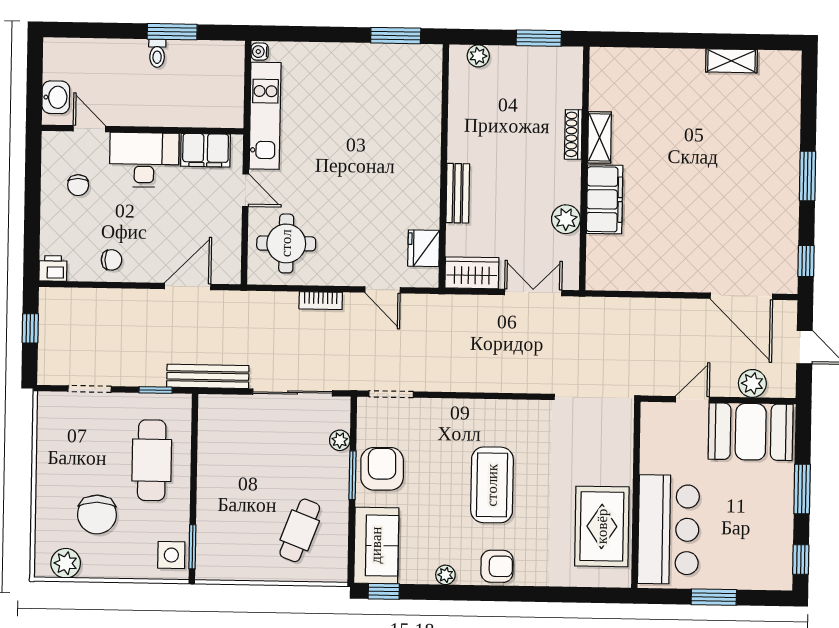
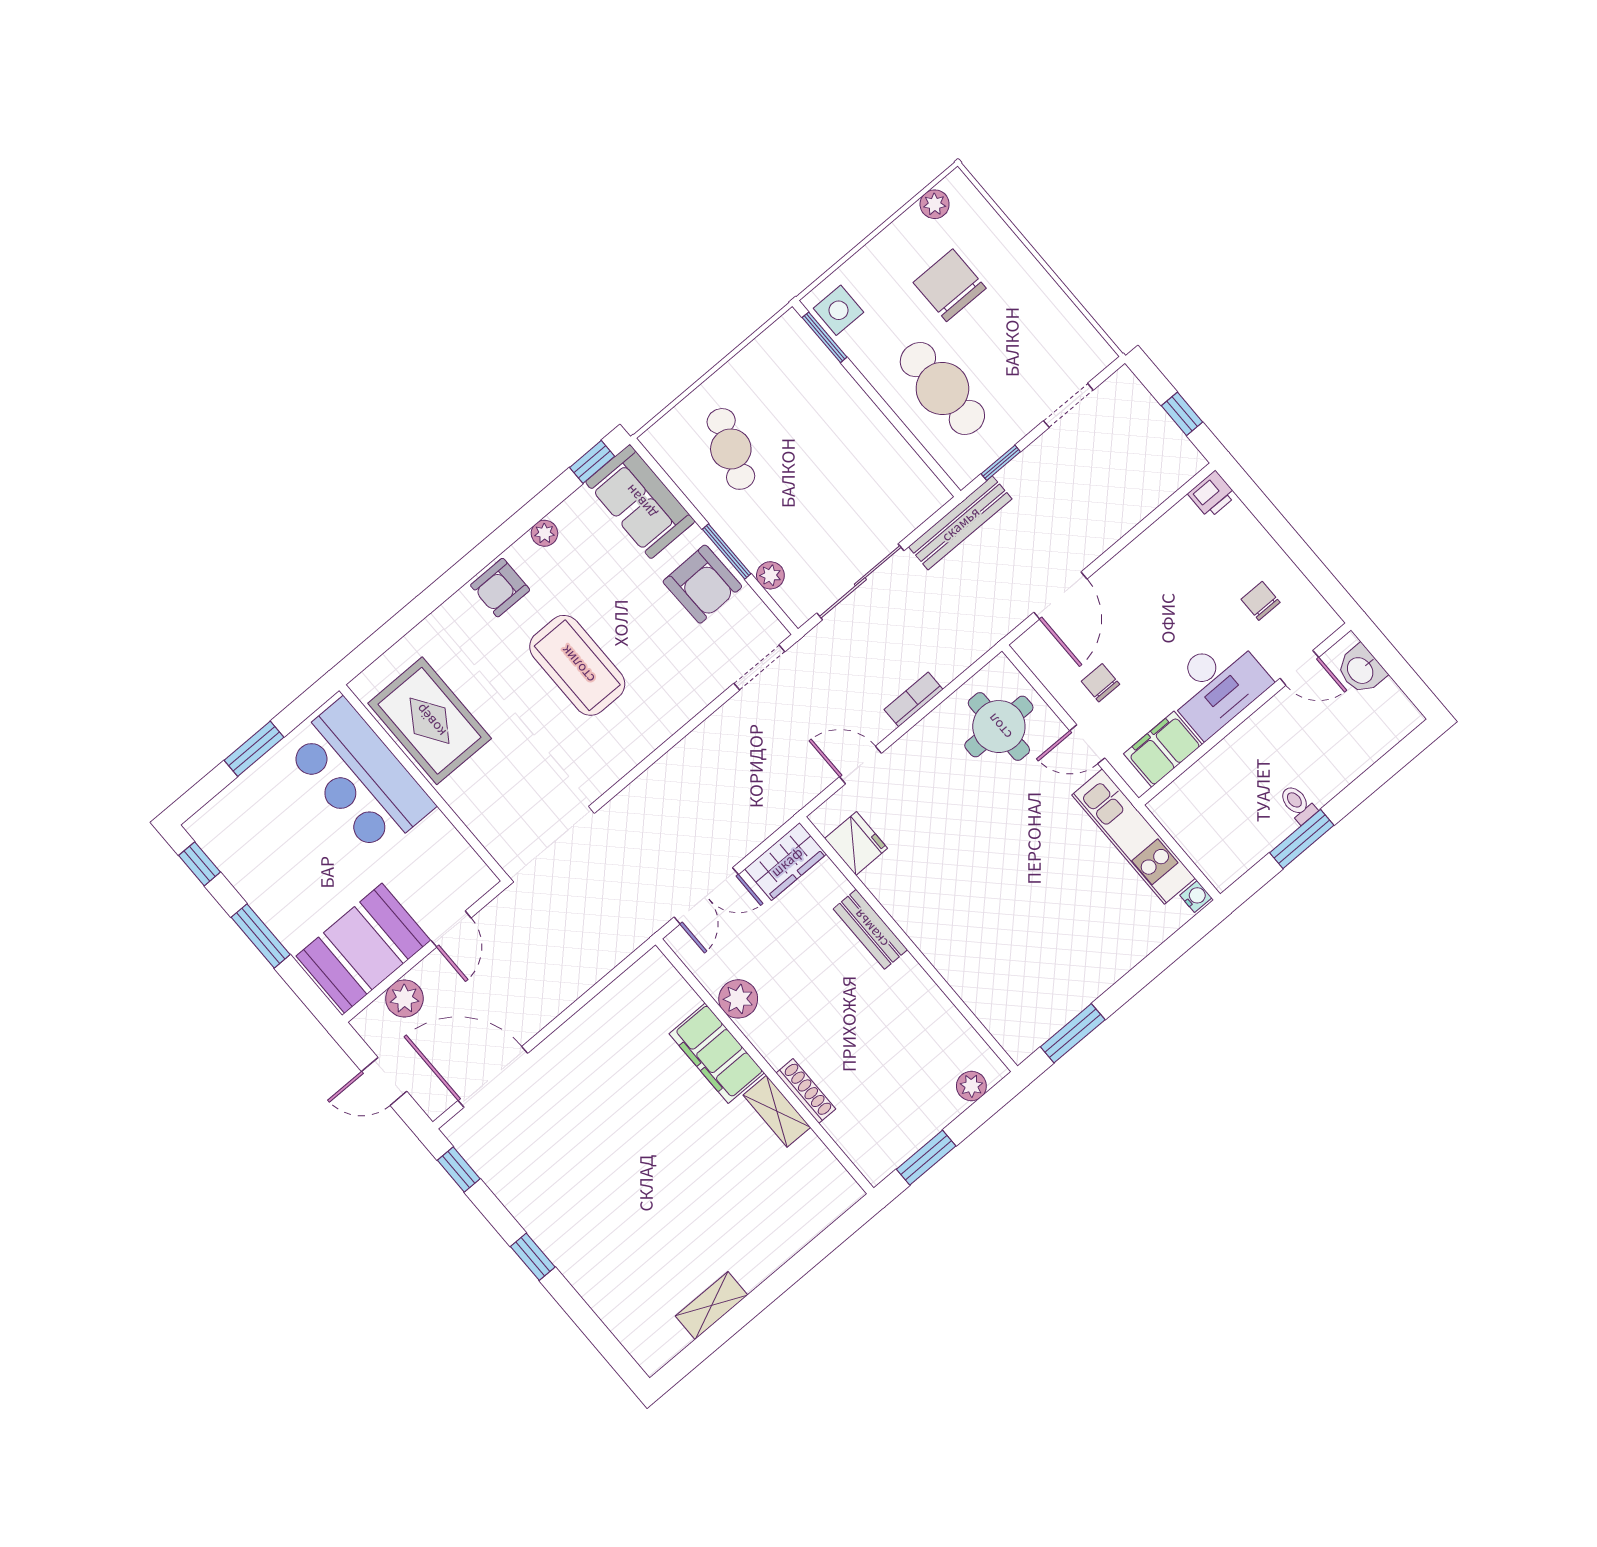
window: (807, 176) -> (533, 1257), width x0.67
chair: (112, 260) -> (1100, 683), moved, turned 90
plant: (66, 563) -> (935, 204), width x0.73, depth x0.73

